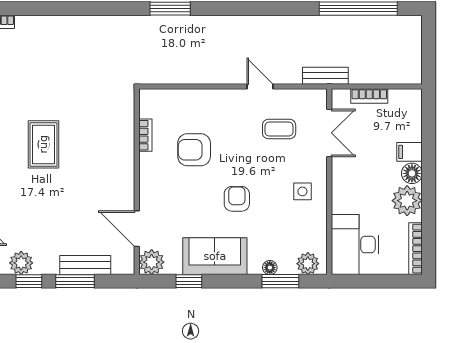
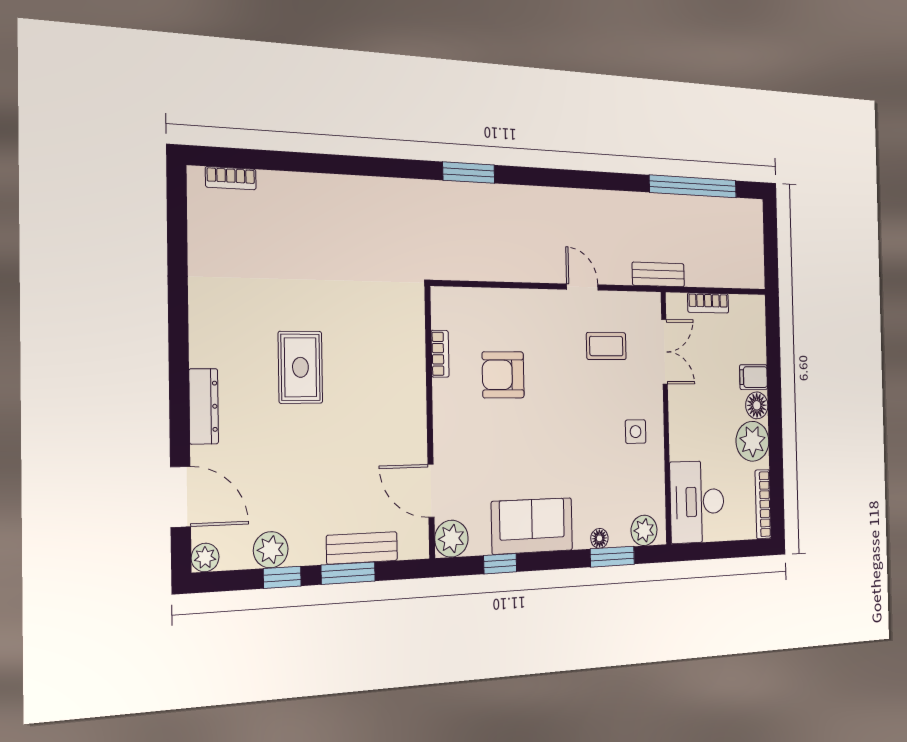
armchair: (237, 199) -> (558, 444), removed

